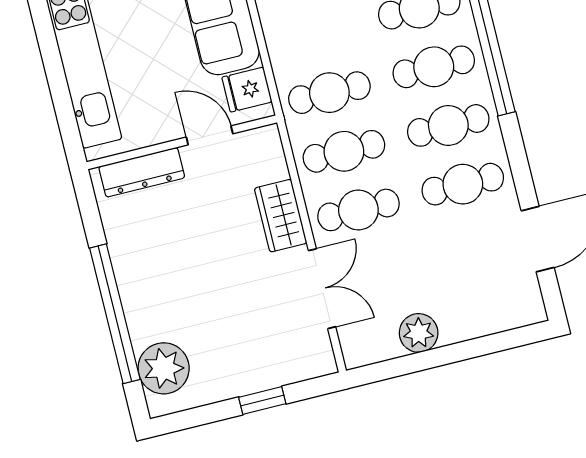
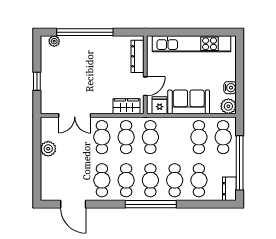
wardrobe: (281, 216) -> (126, 106), moved
plant: (164, 368) -> (54, 41), width x0.53, depth x0.53

